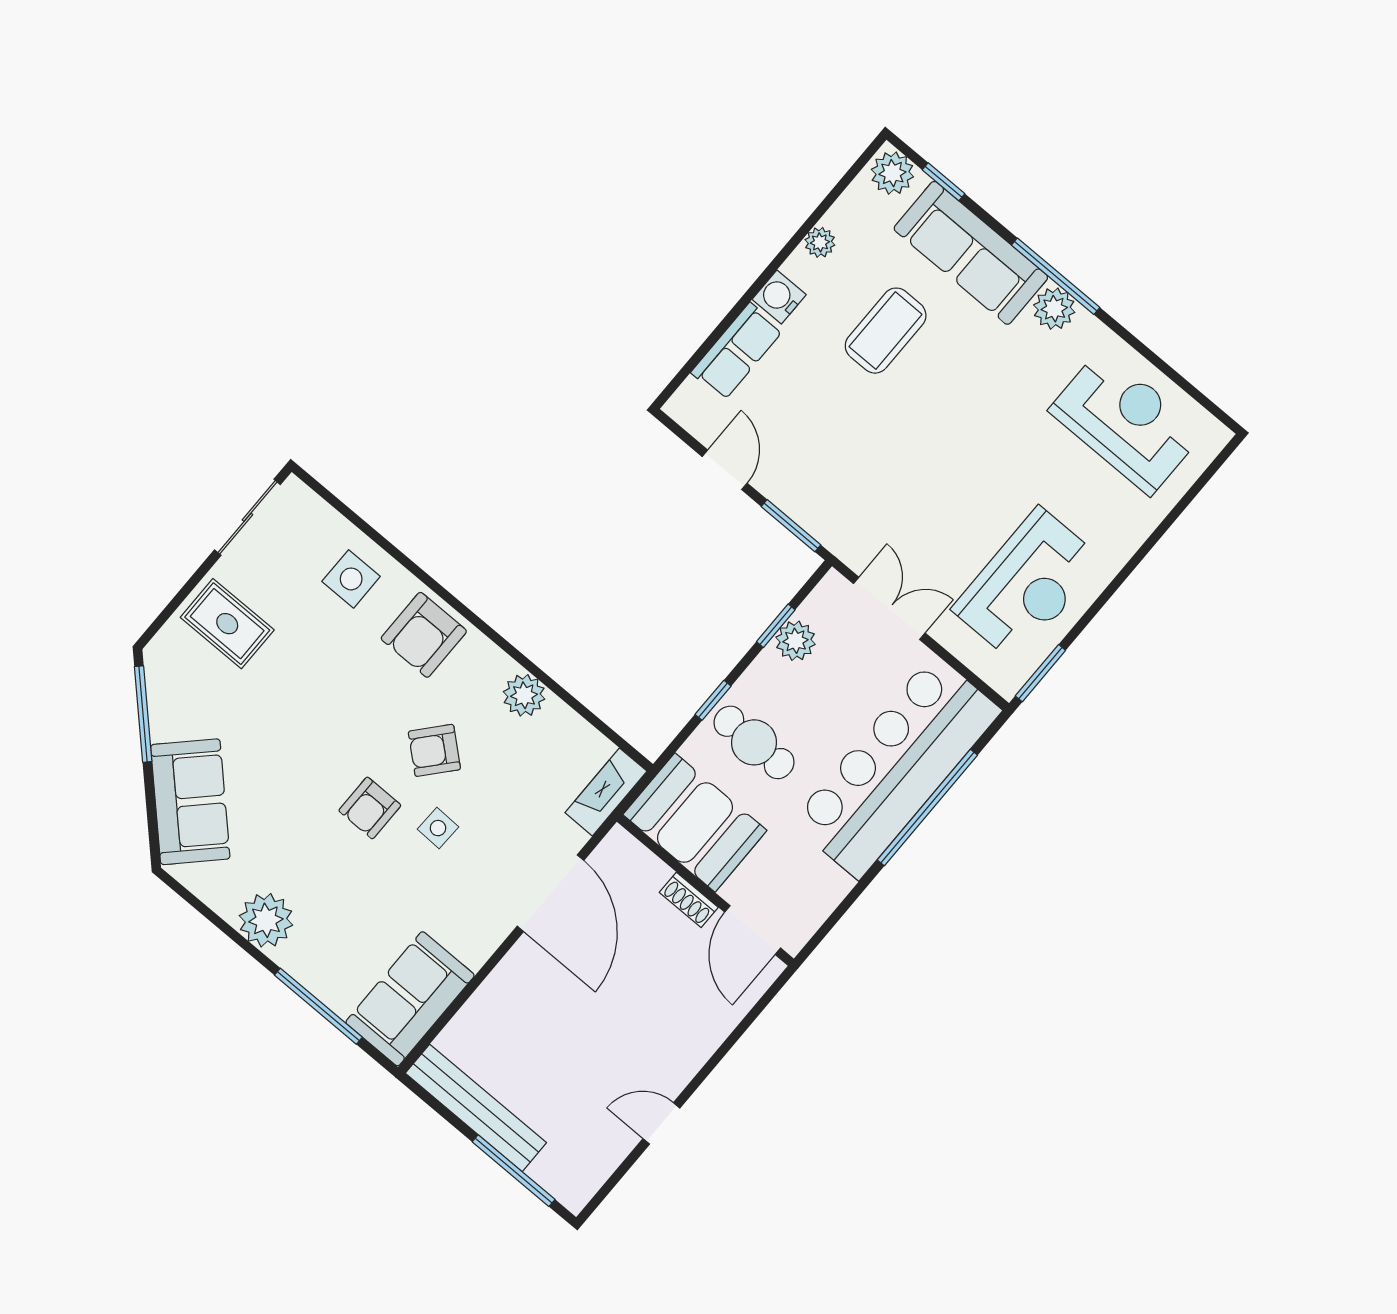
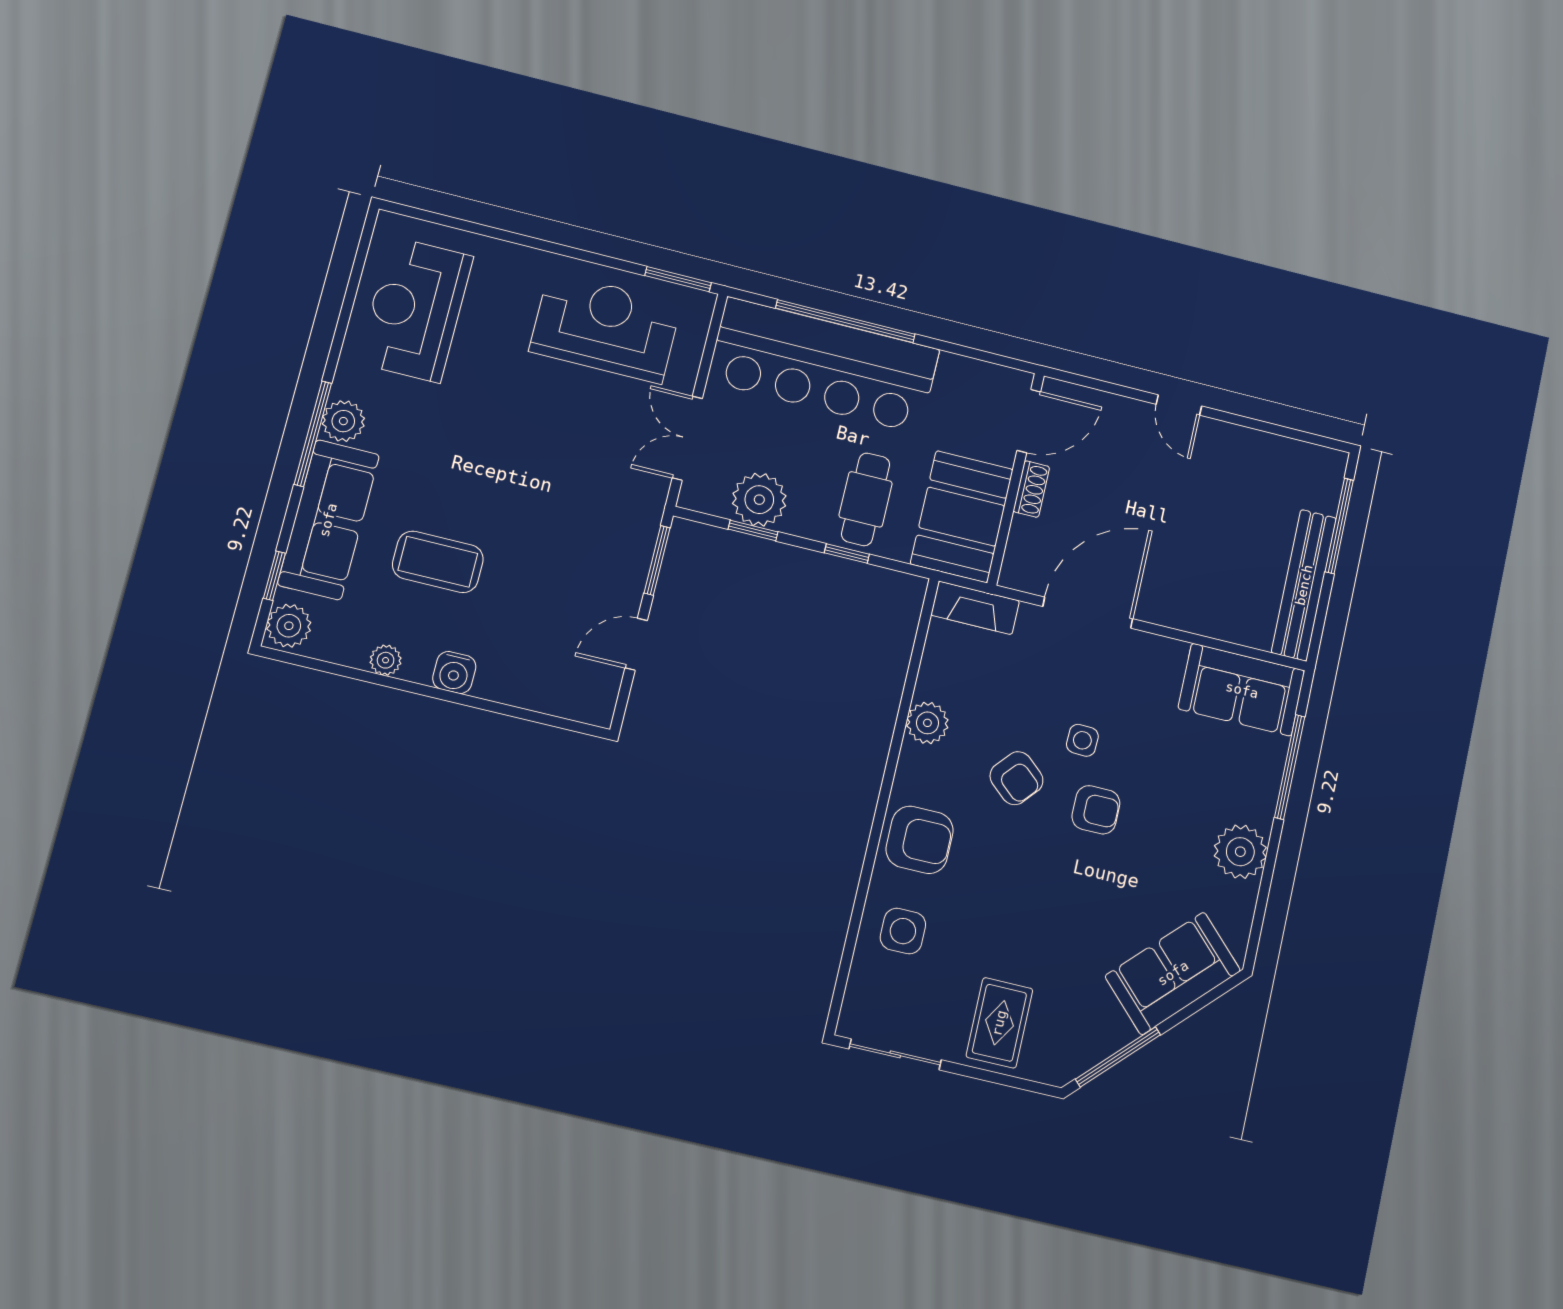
row of seats: (737, 351) -> (523, 686), removed
plant: (795, 641) -> (759, 500), width x1.36, depth x1.36
door: (661, 1123) -> (1179, 405), moved

